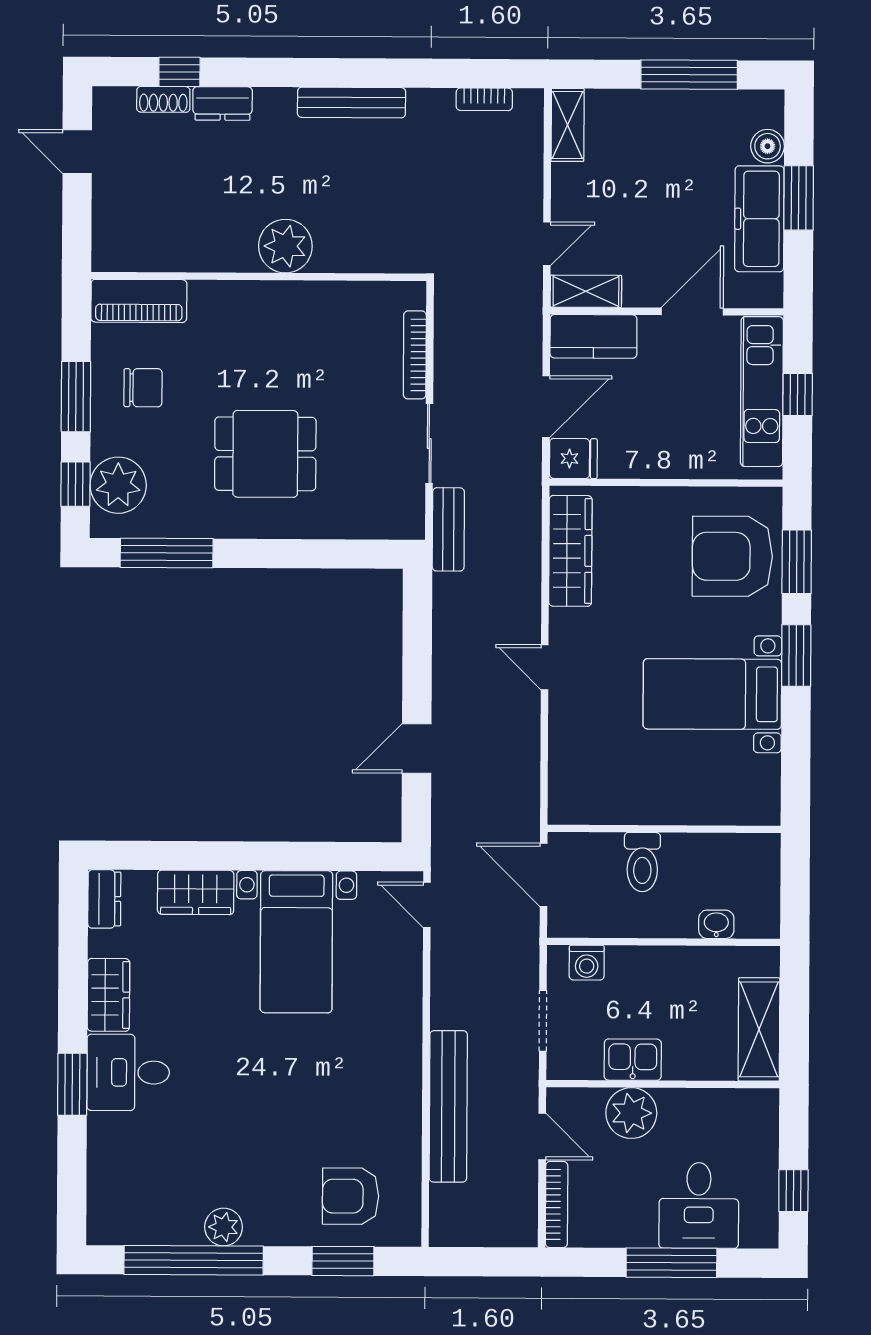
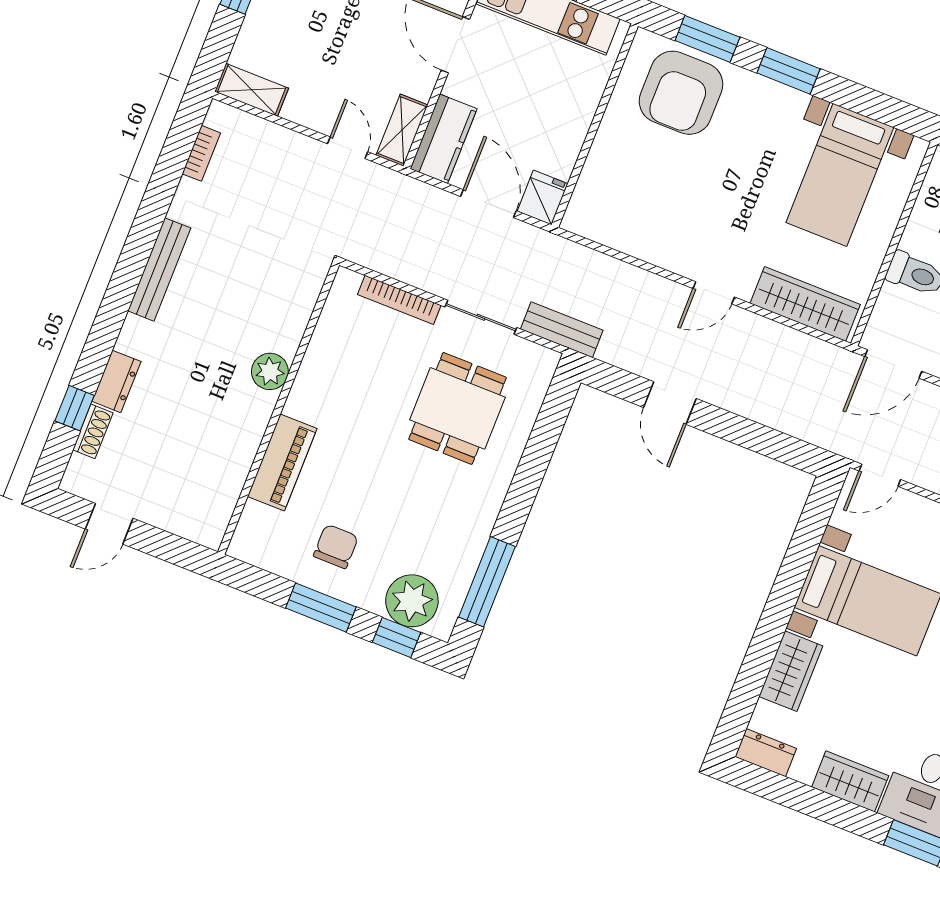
plant: (285, 246) -> (270, 371), width x0.73, depth x0.73
piano: (139, 301) -> (282, 463), moved
dining table: (265, 454) -> (458, 408), moved
wardrobe: (570, 551) -> (805, 304), moved
bed with nightstands: (712, 694) -> (840, 175), moved
door: (417, 748) -> (670, 403), moved

